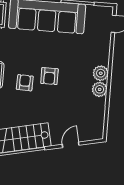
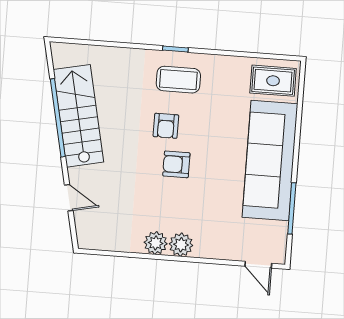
armchair: (25, 83) -> (166, 126), turned 88

